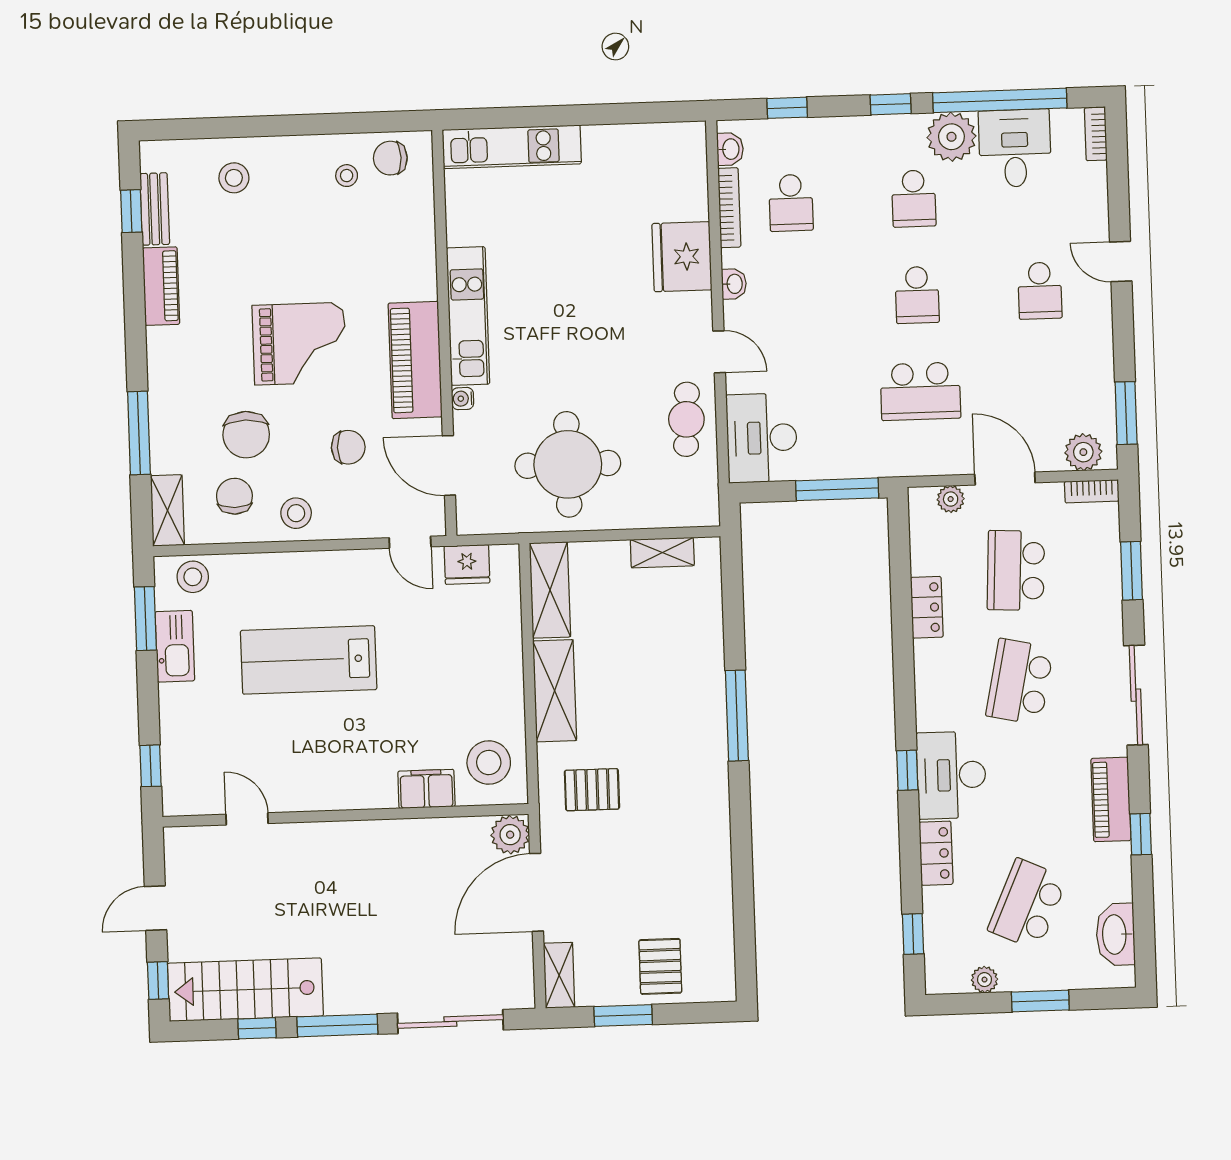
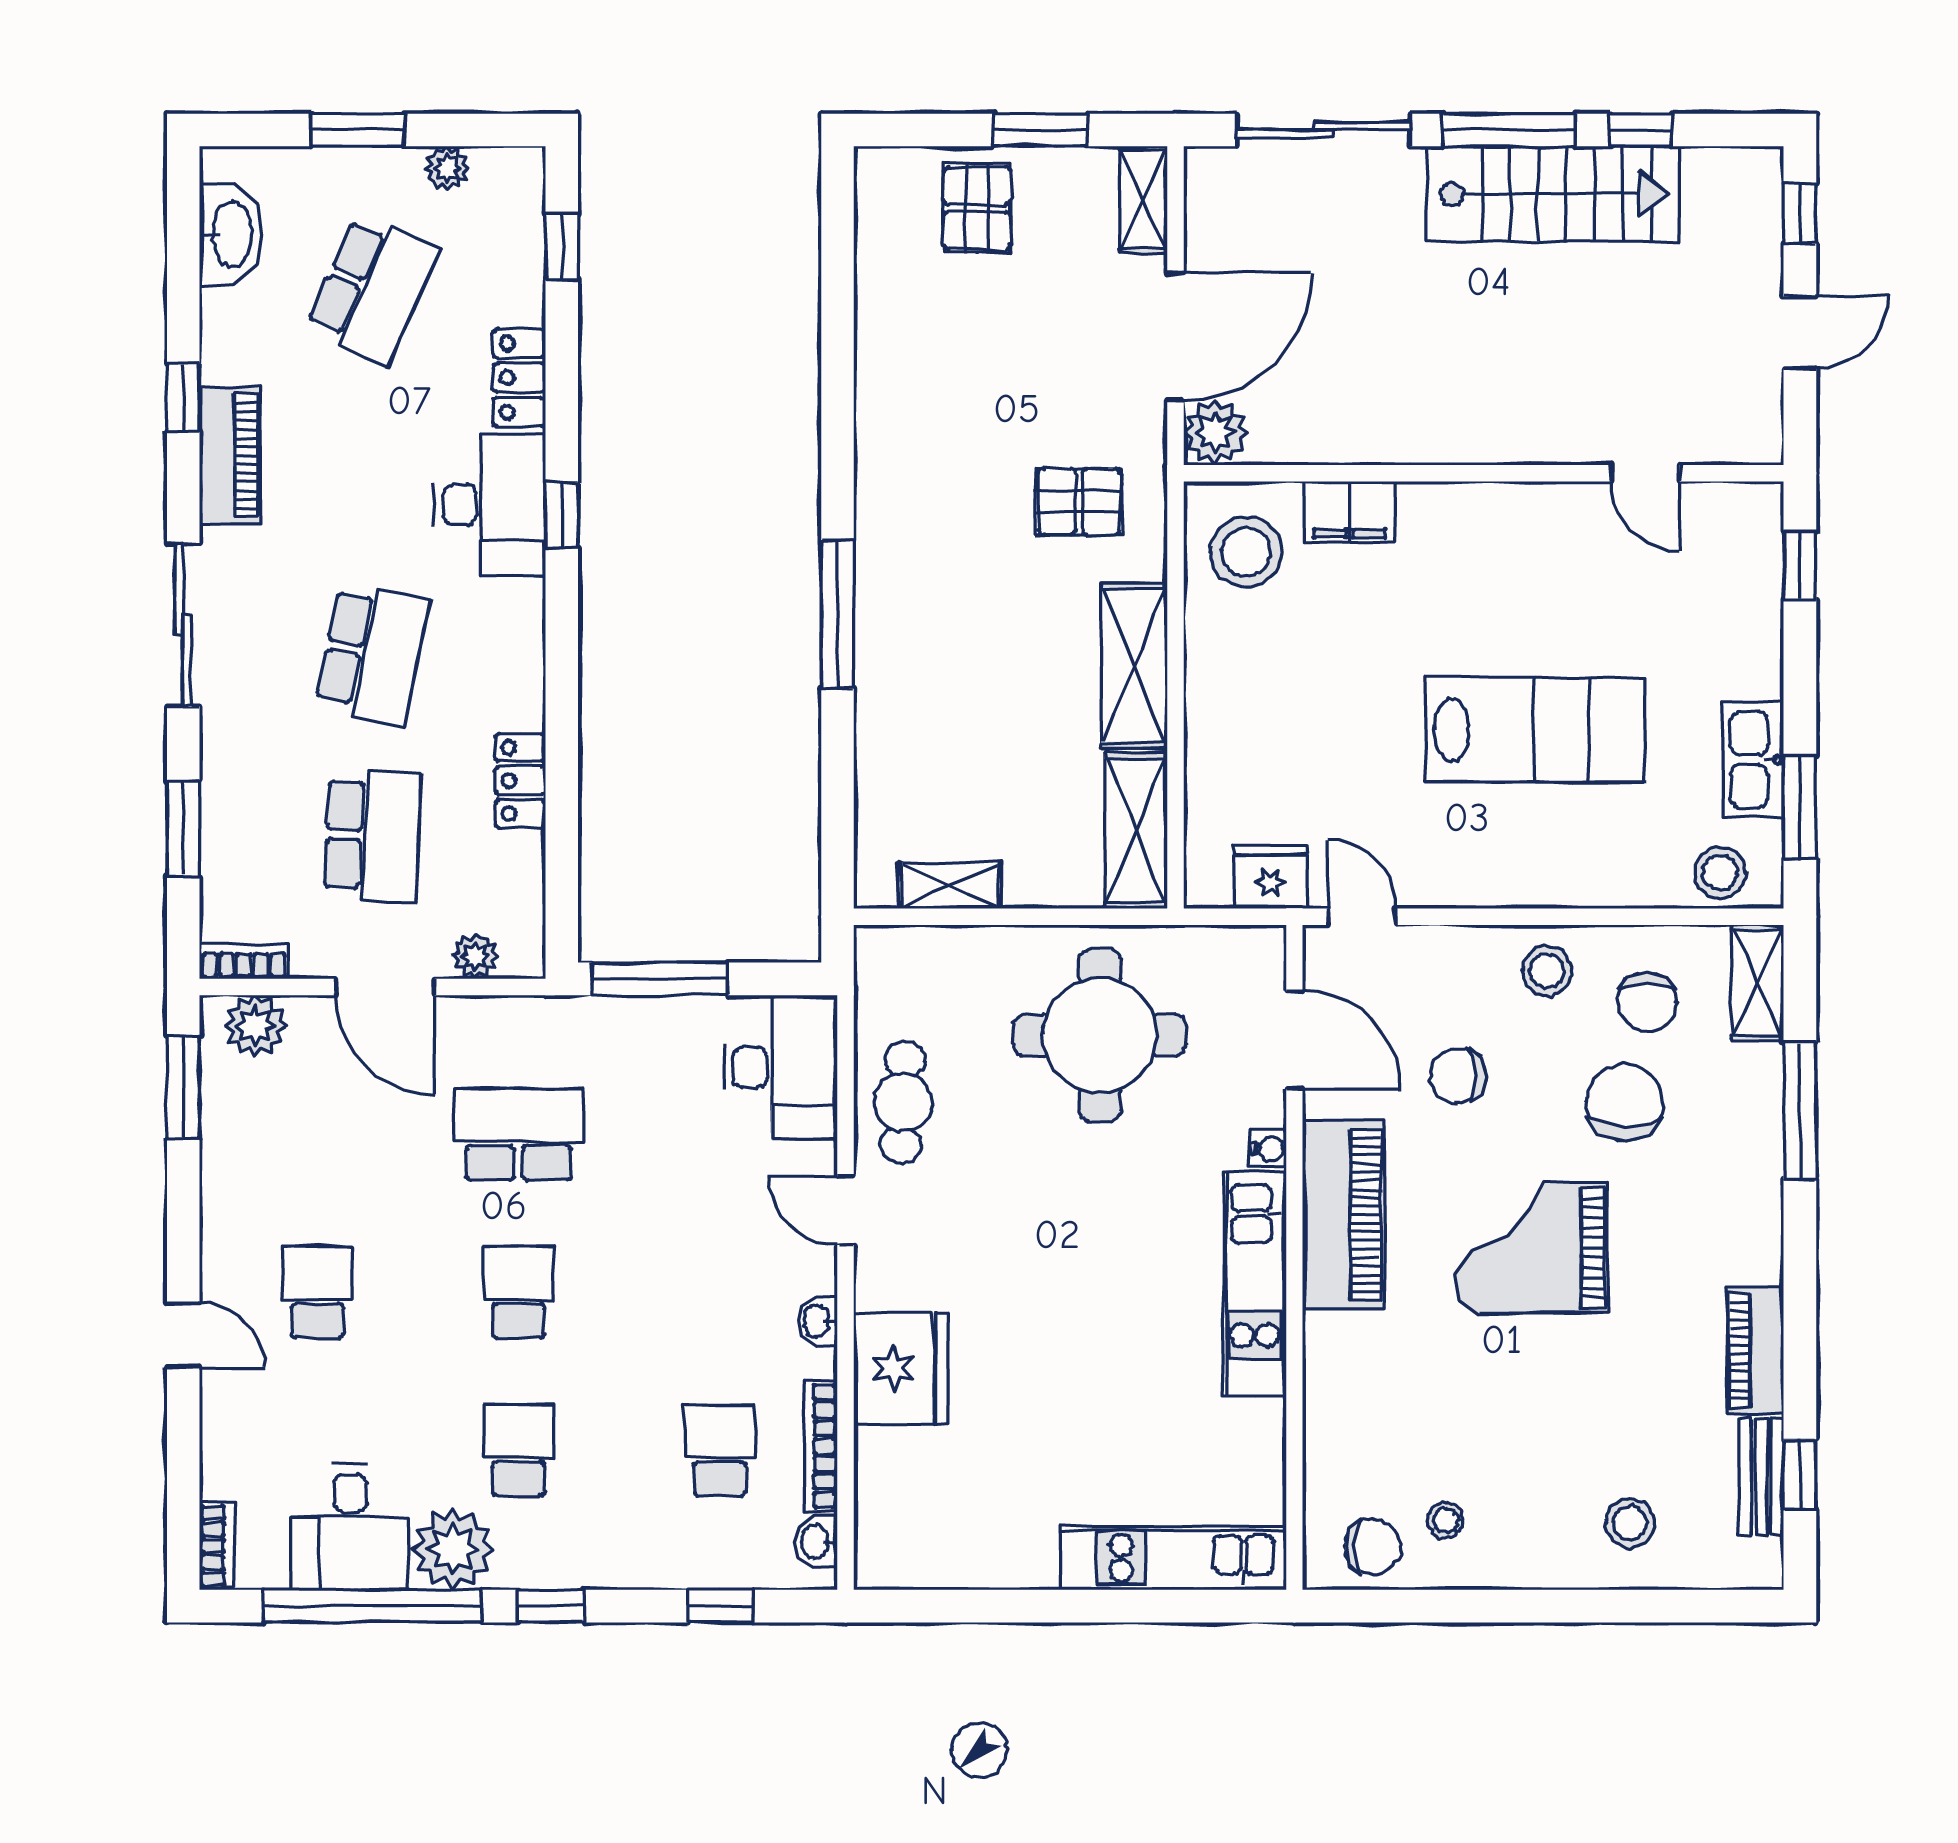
stairs: (245, 990) -> (1553, 194), moved

